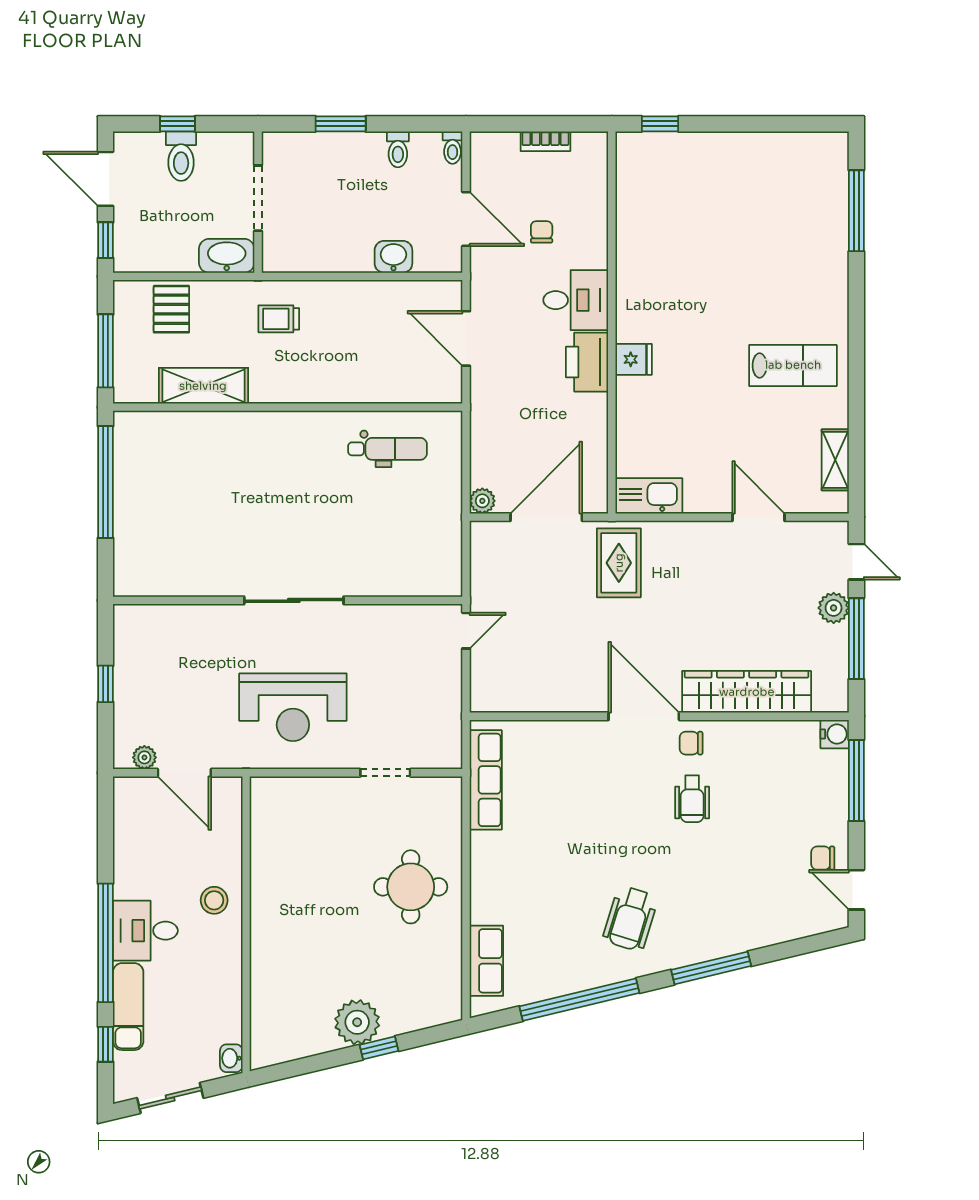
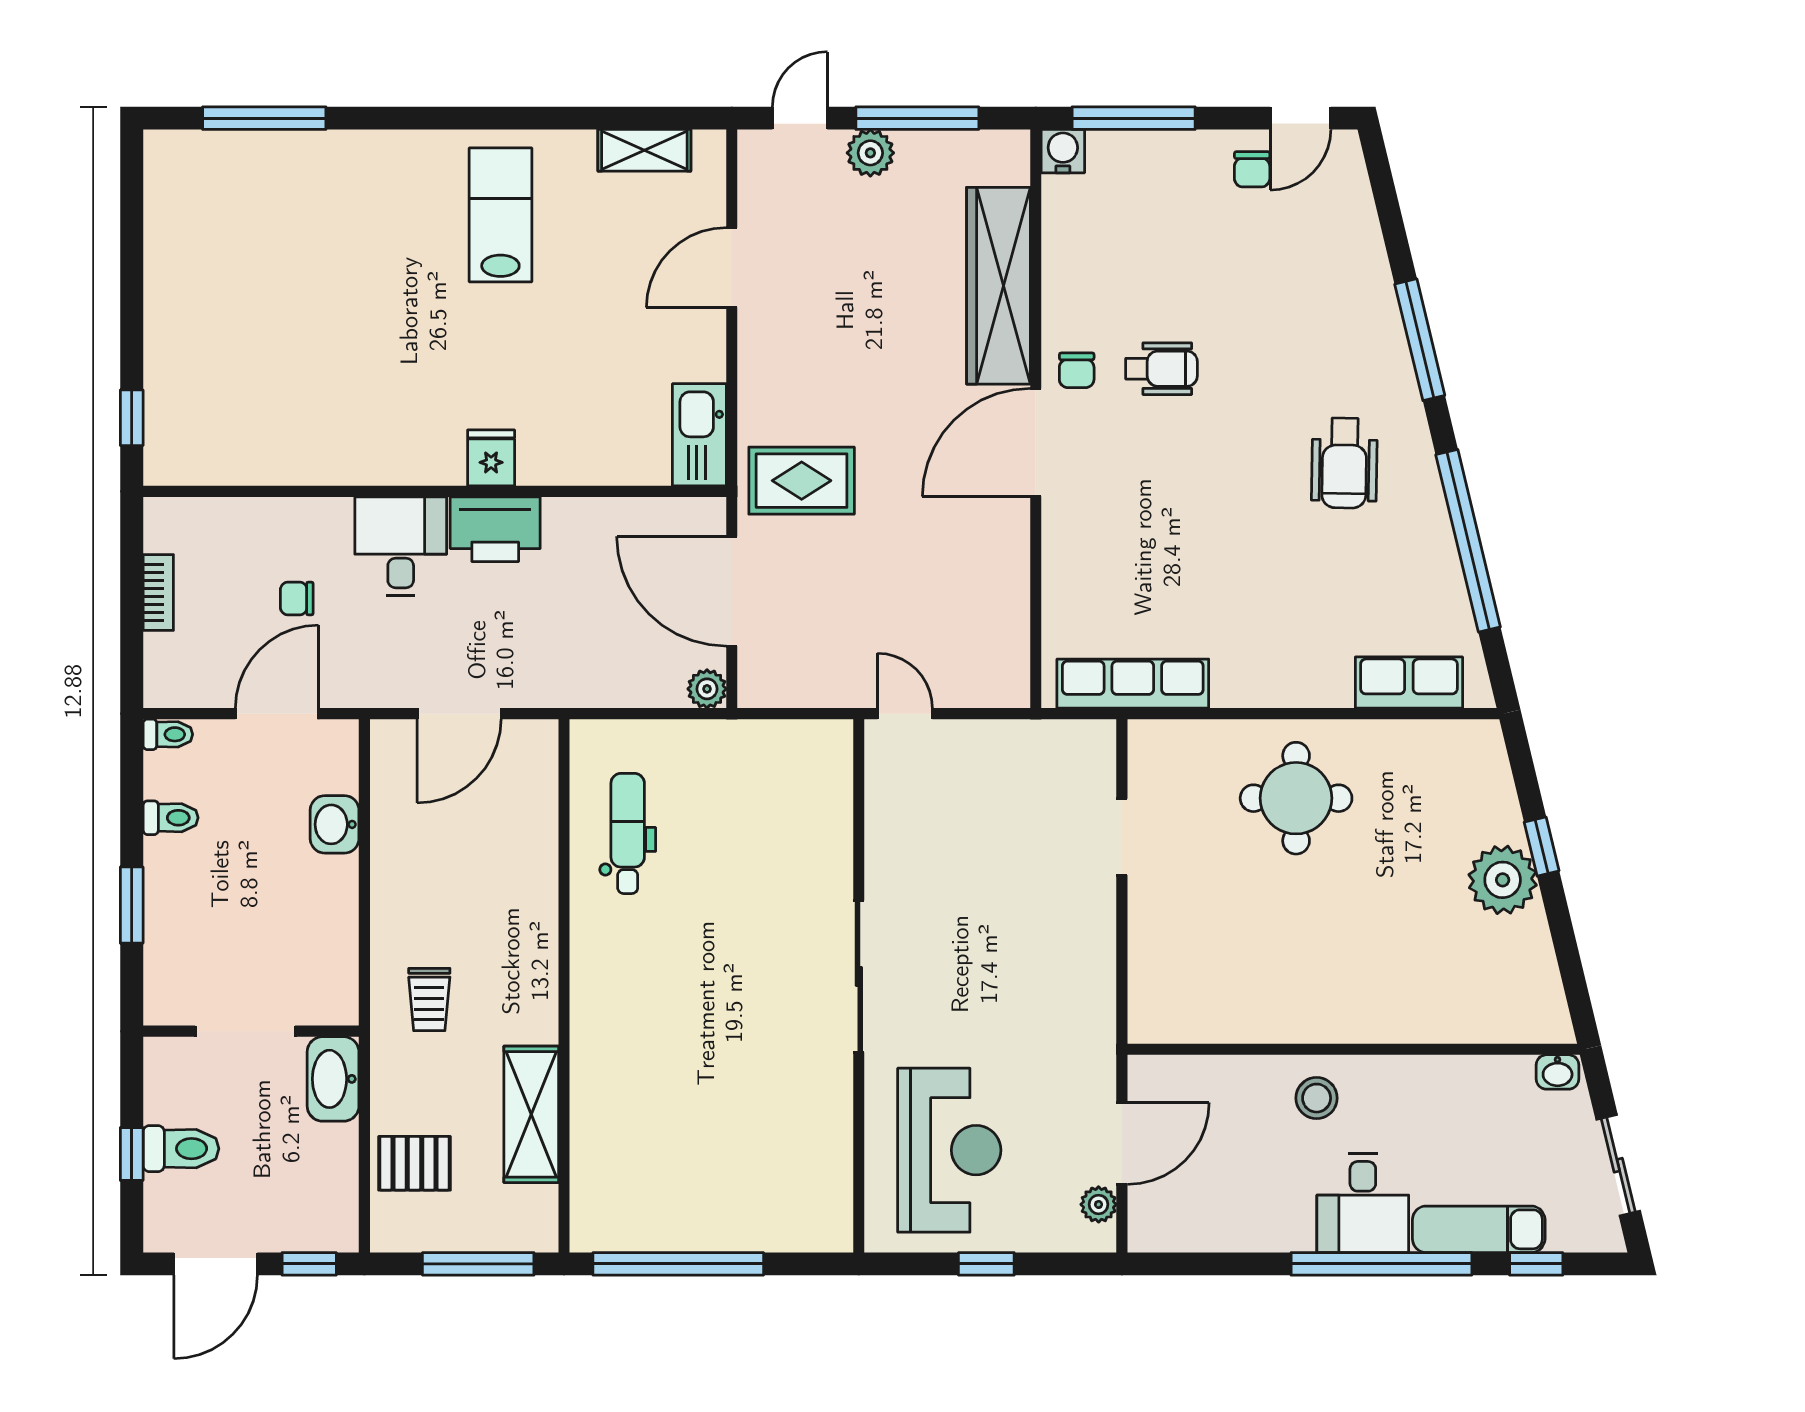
reception desk: (293, 707) -> (949, 1150), moved
wheelchair: (630, 919) -> (1344, 463), turned 74

